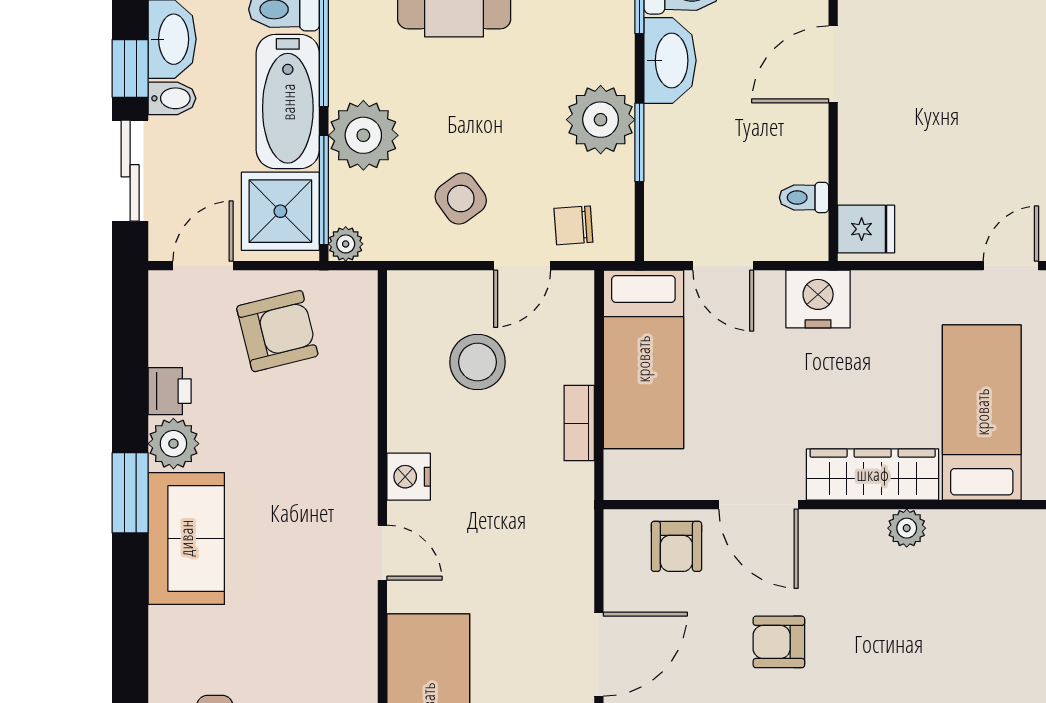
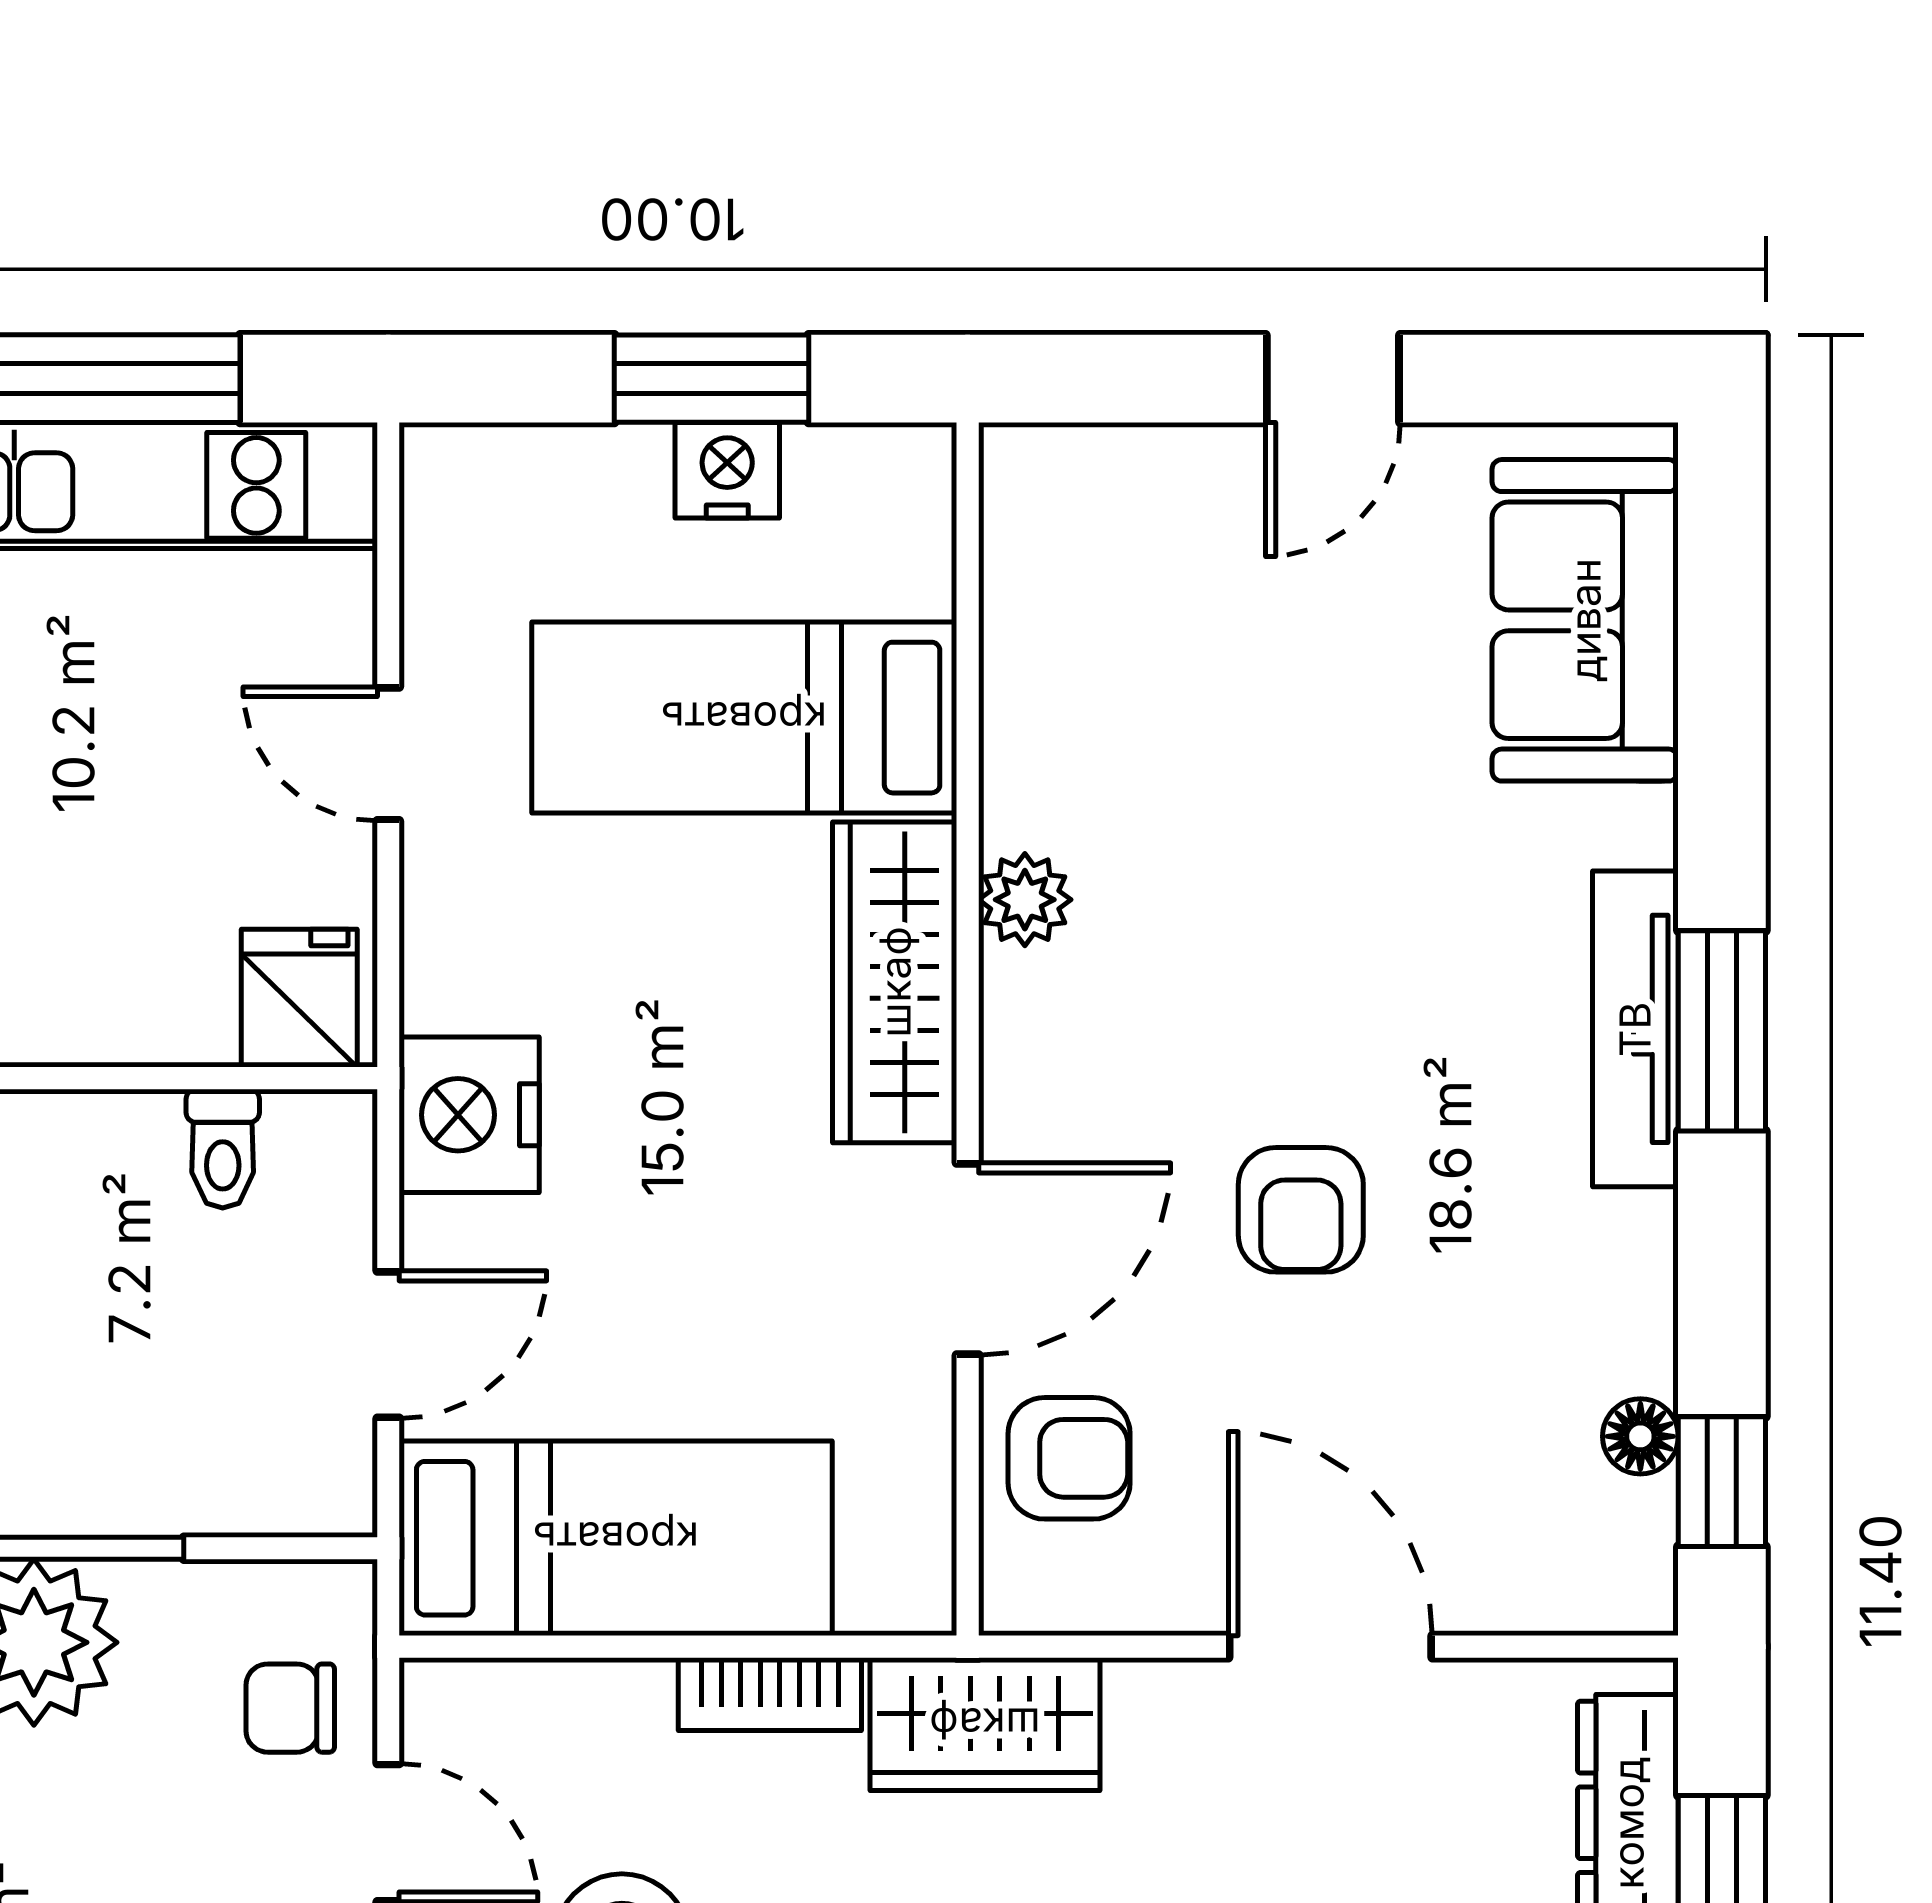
chair: (573, 225) -> (290, 1708), turned 94
door: (1011, 266) -> (388, 754), moved
wardrobe: (567, 512) -> (985, 1724), added

